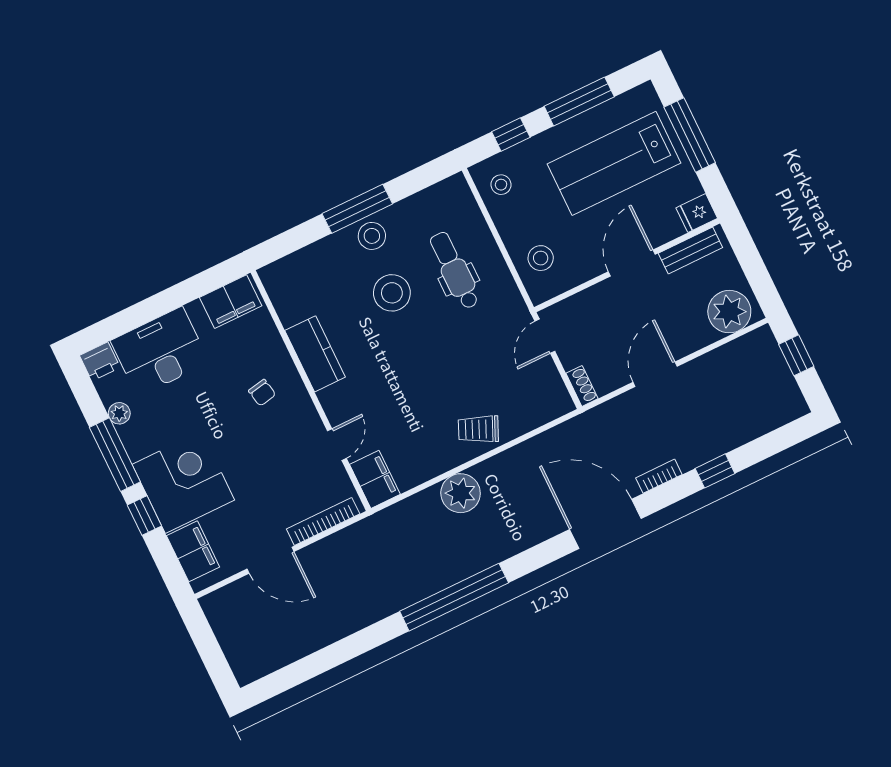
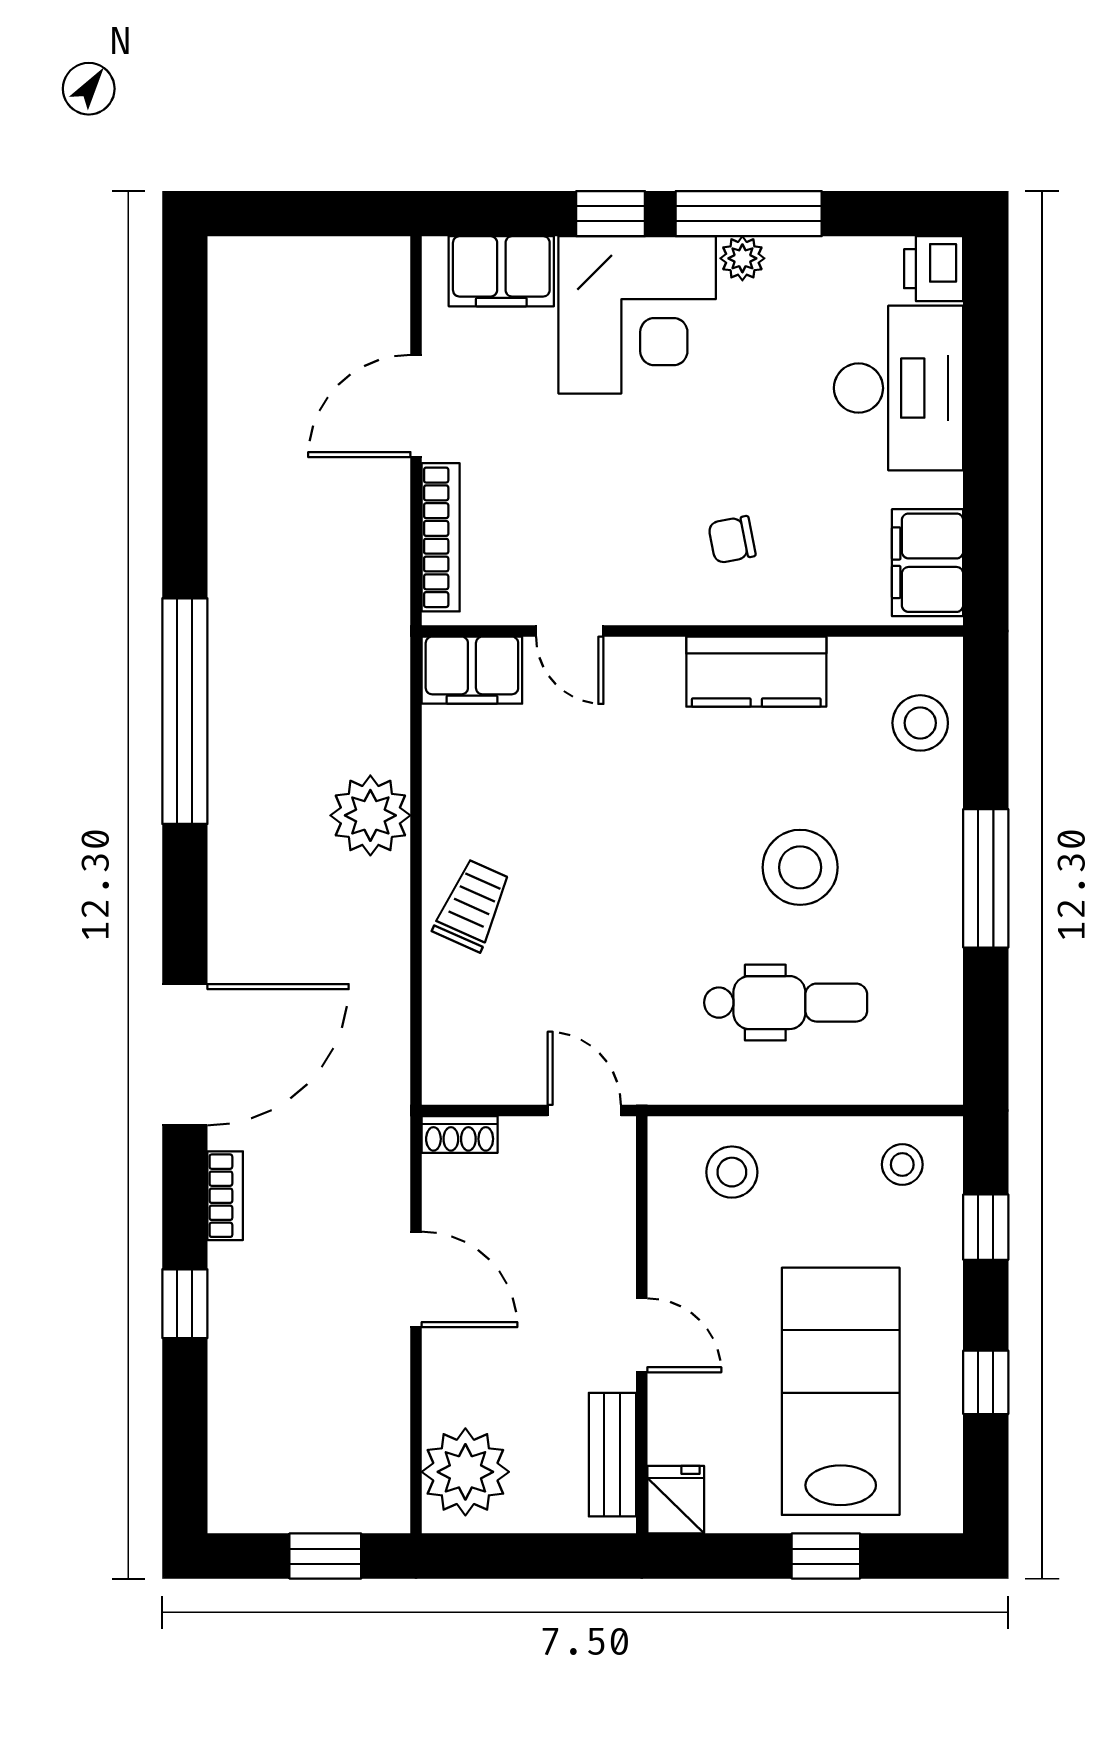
window: (579, 102) -> (986, 1382), width x0.46
window: (690, 135) -> (826, 1556), width x0.46
stool: (372, 236) -> (920, 723), moved
door: (632, 263) -> (642, 1335), width x0.73
plant: (119, 413) -> (742, 258), moved

